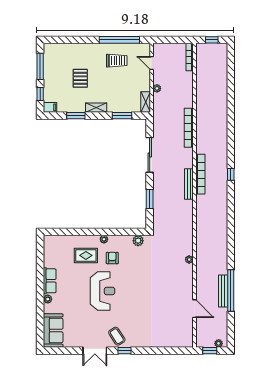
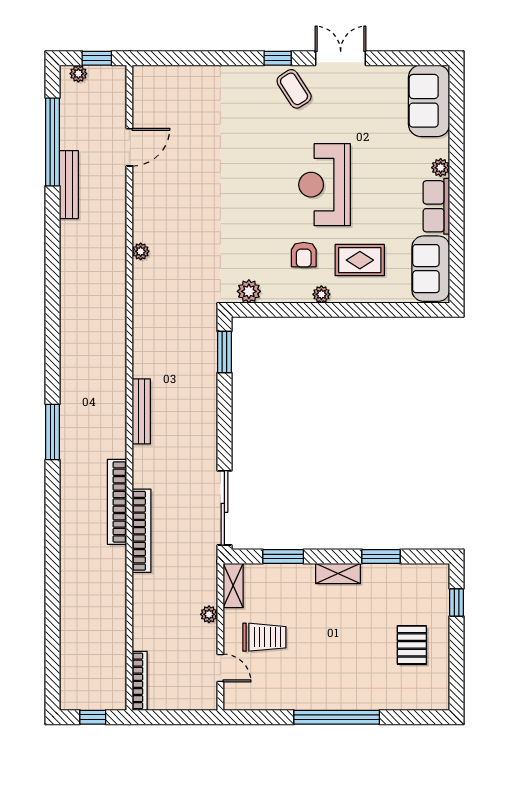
window: (119, 40) -> (337, 717), moved
trolley: (117, 61) -> (264, 637), moved, turned 180
window: (40, 66) -> (457, 661), removed
pallet: (80, 78) -> (412, 645), moved
filing cabinet: (50, 107) -> (436, 574), removed
sliding door: (150, 155) -> (224, 508), moved
bookcase: (200, 174) -> (117, 502), moved
window: (231, 174) -> (52, 432), width x2.17
window: (150, 199) -> (224, 352), moved
sofa: (52, 251) -> (431, 269), added
window: (231, 290) -> (52, 142), moved
door: (194, 309) -> (129, 147), swing flipped

